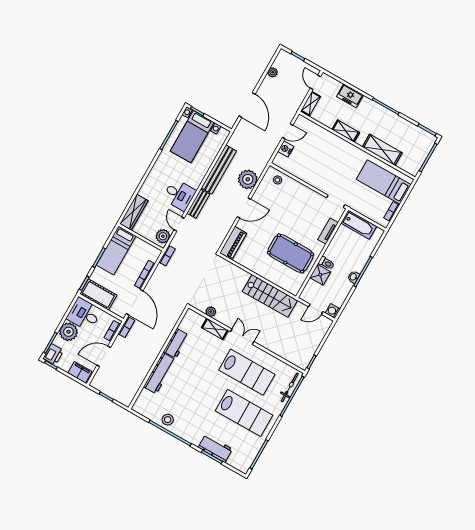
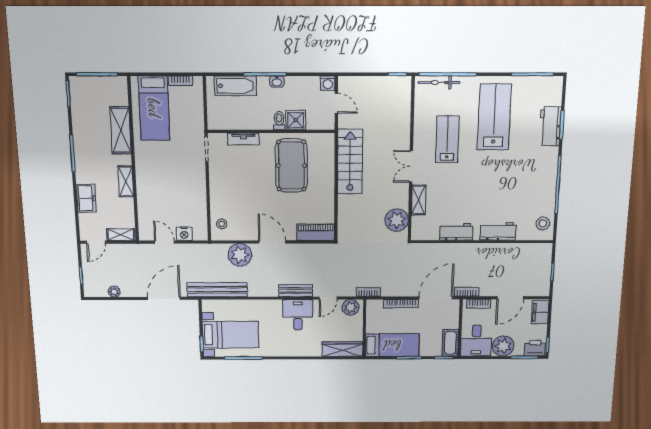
bench: (219, 169) -> (217, 290), moved
bathtub: (359, 225) -> (236, 86), moved, turned 90
cot: (98, 295) -> (450, 343), width x0.73, depth x0.75
plant: (211, 312) -> (397, 220), width x1.88, depth x1.88
door: (104, 356) -> (510, 298), hinge flipped
lab bench: (247, 372) -> (447, 139), width x0.73, depth x0.72
workbench: (160, 373) -> (498, 231), width x0.73
stool: (168, 420) -> (543, 223), moved

